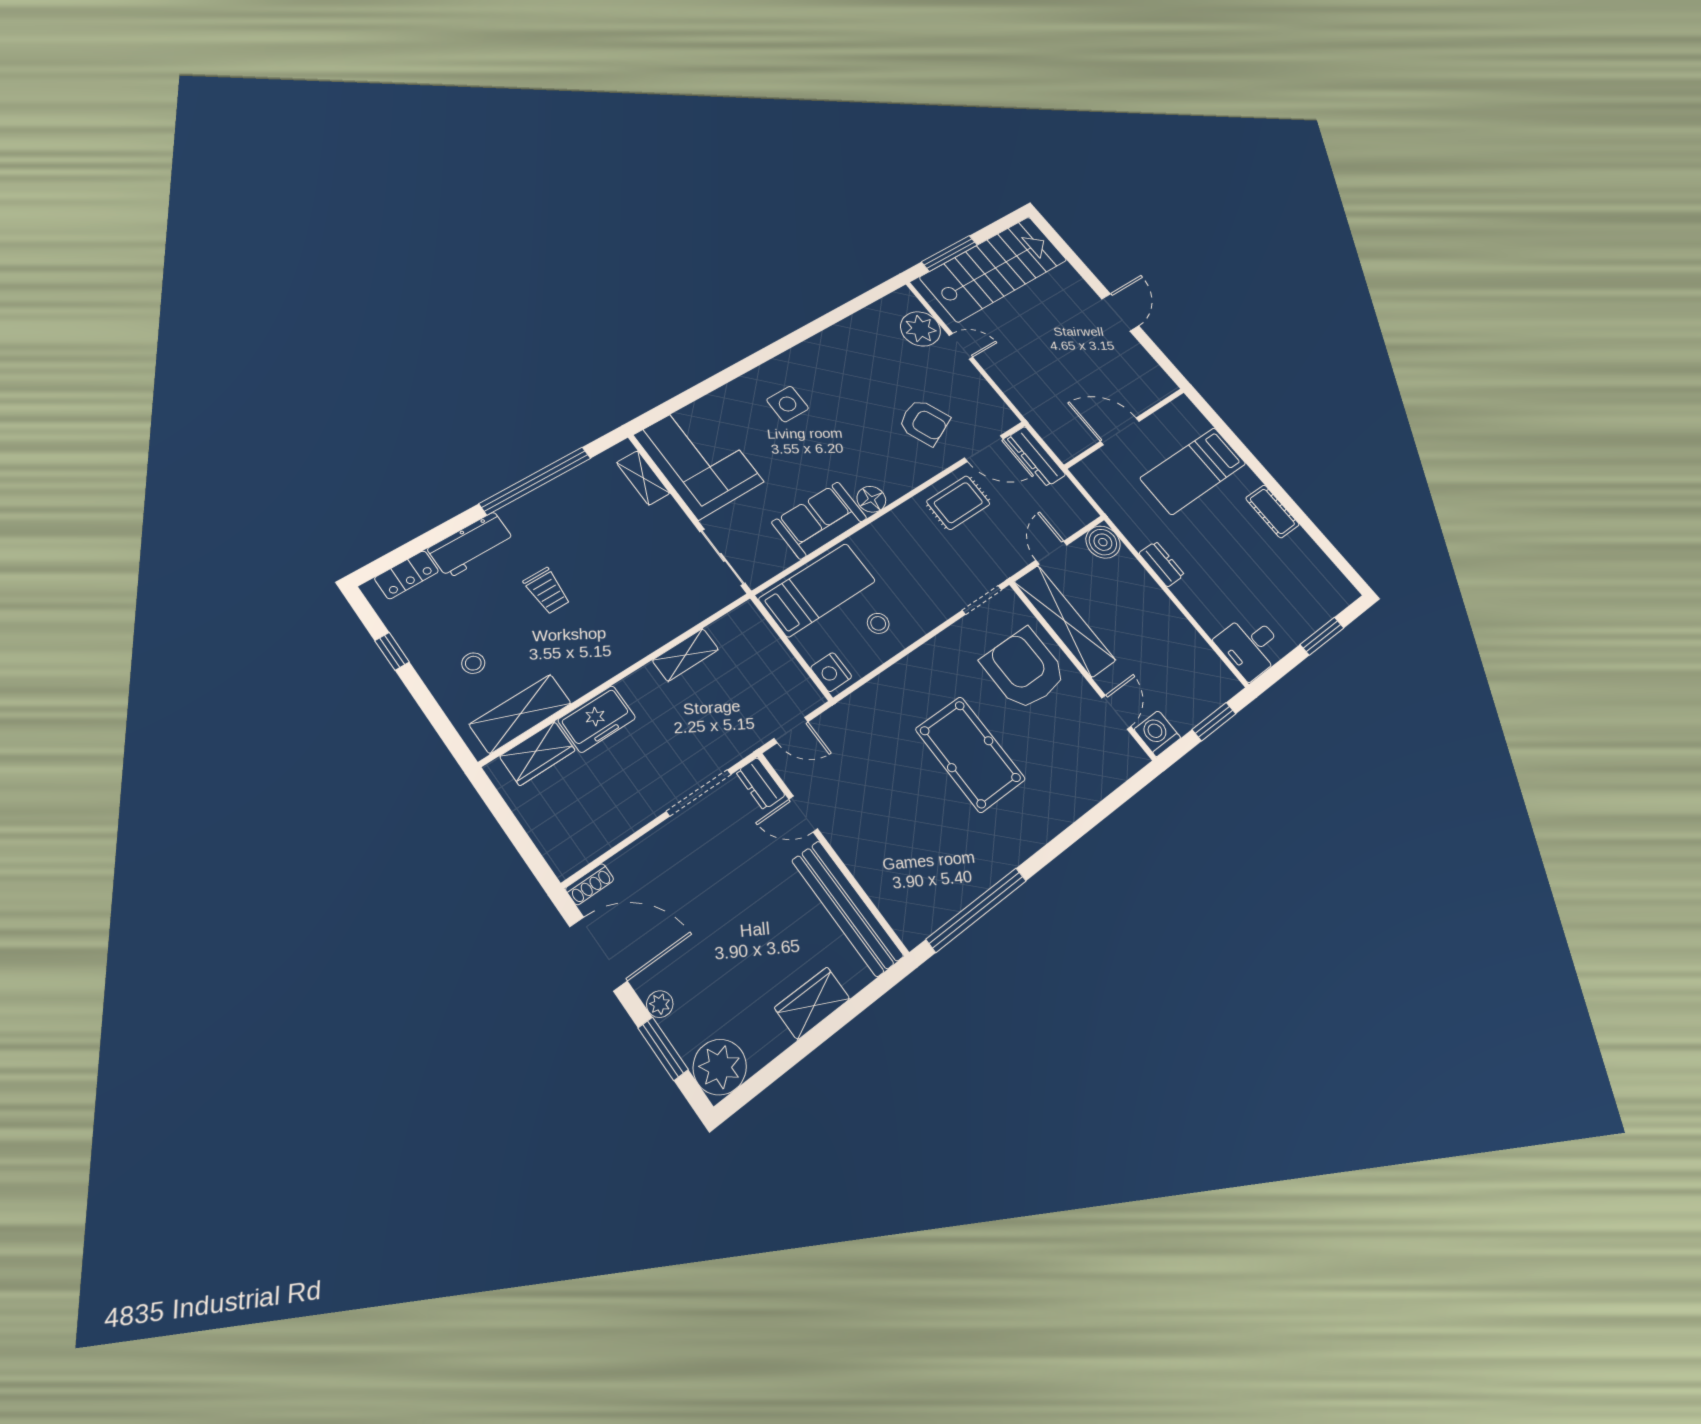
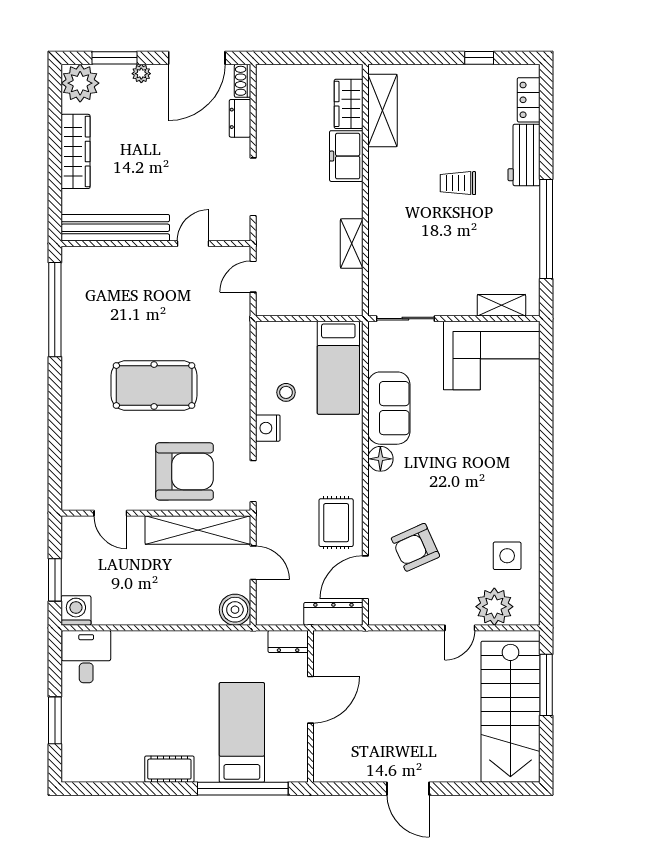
side table: (788, 404) -> (507, 556), moved
window: (1234, 442) -> (243, 789), added
dresser: (1162, 564) -> (288, 642), moved
stool: (473, 663) -> (437, 103), removed
nightstand: (831, 672) -> (268, 428), moved, turned -90
washing machine: (1157, 734) -> (76, 610), moved, turned -90
dresser: (760, 784) -> (240, 118), moved, turned -90
wardrobe: (812, 1003) -> (75, 151), width x1.50

